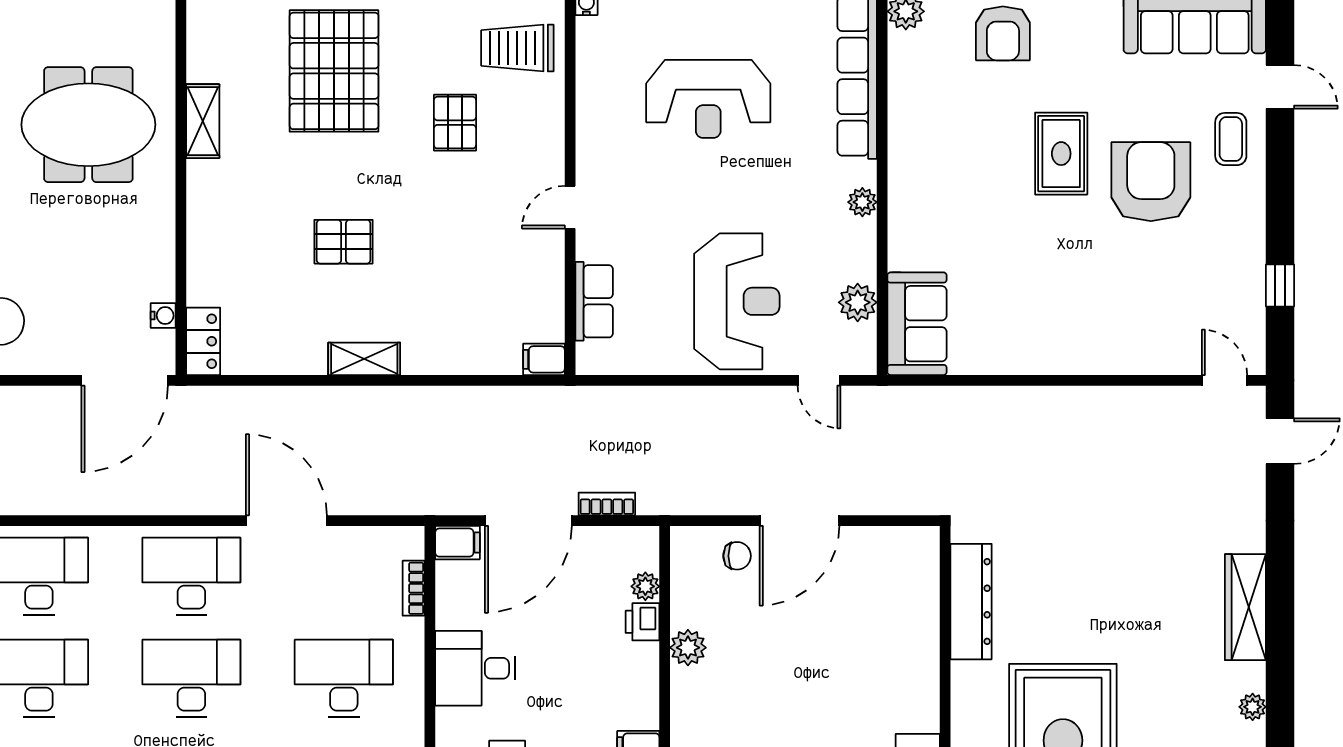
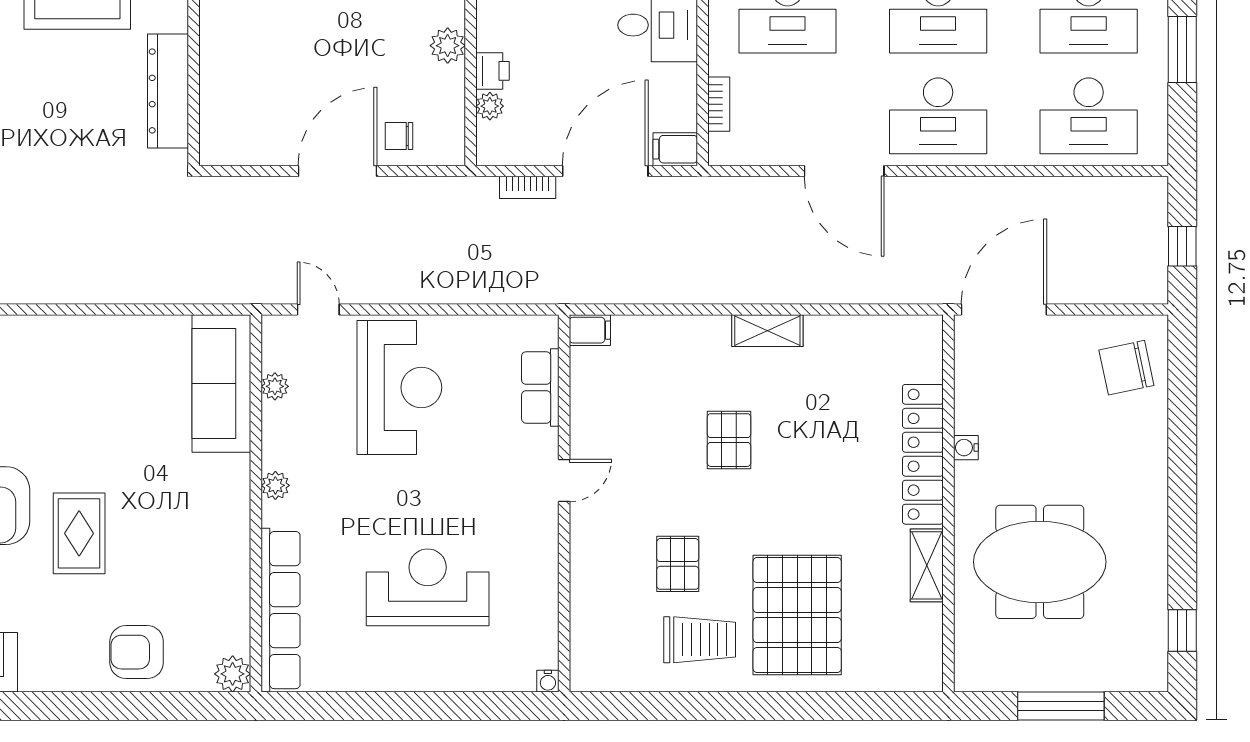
armchair: (1003, 33) -> (137, 652), turned -90
trolley: (517, 48) -> (700, 640), moved
pallet: (344, 242) -> (729, 440), moved, turned 90
reception desk: (737, 301) -> (399, 388), turned 180
plant: (858, 302) -> (275, 386), width x0.73, depth x0.73
water cooler: (163, 316) -> (966, 448), moved
sofa: (917, 324) -> (221, 384), width x1.36
locker: (203, 341) -> (923, 454), moved, width x2.16, depth x1.21

